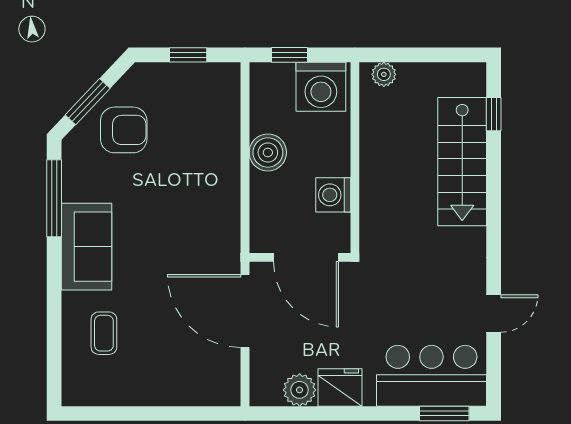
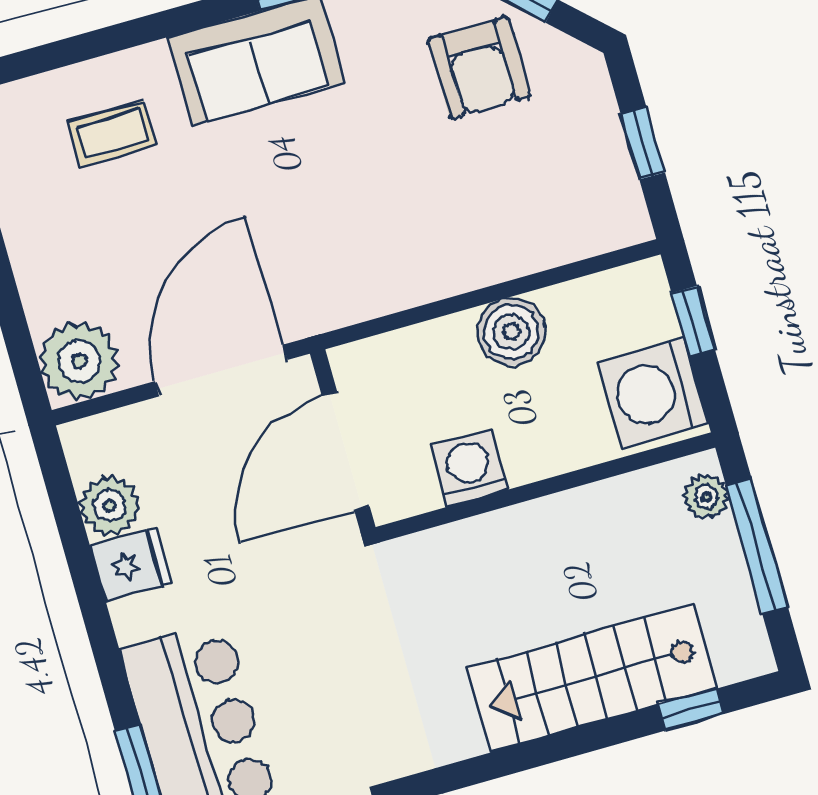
window: (418, 55) -> (757, 546), added
plant: (219, 384) -> (79, 361), added
fridge: (340, 388) -> (131, 565), width x0.72

